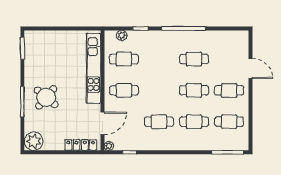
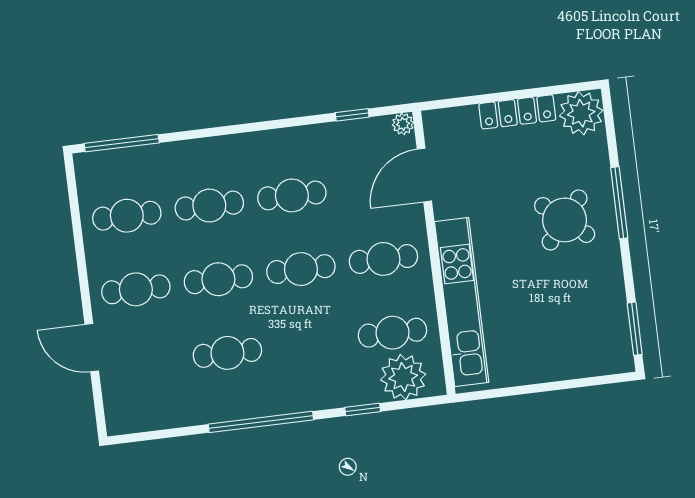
plant: (122, 35) -> (403, 377), width x1.88, depth x1.88
cafe table: (159, 90) -> (301, 269), added
locker: (81, 145) -> (517, 112), moved

